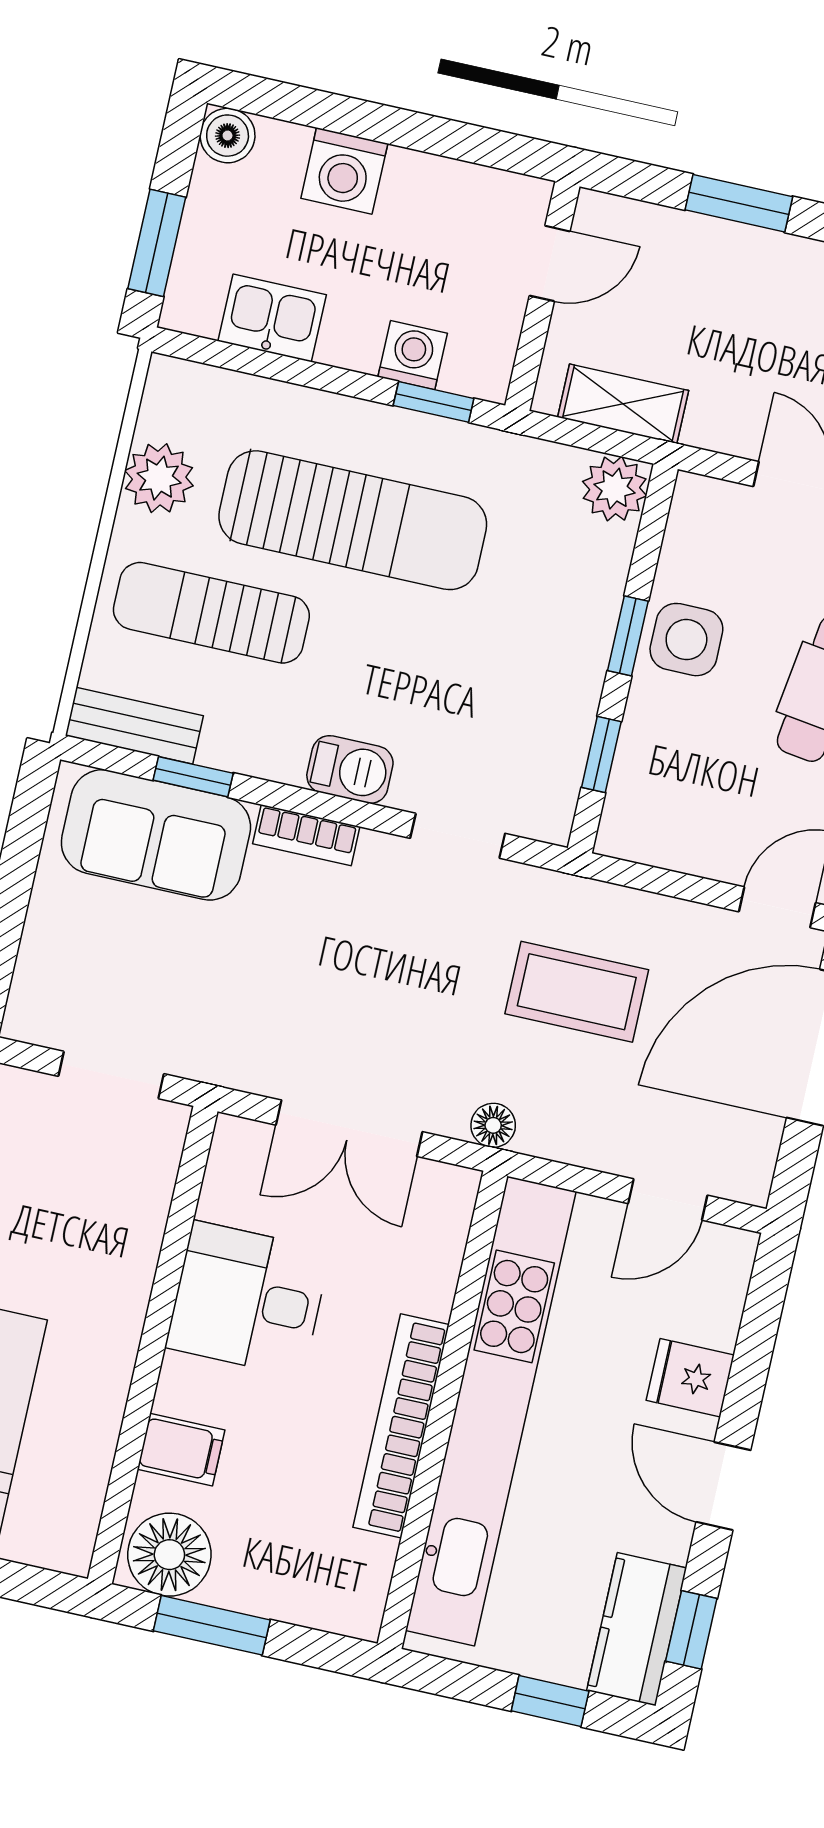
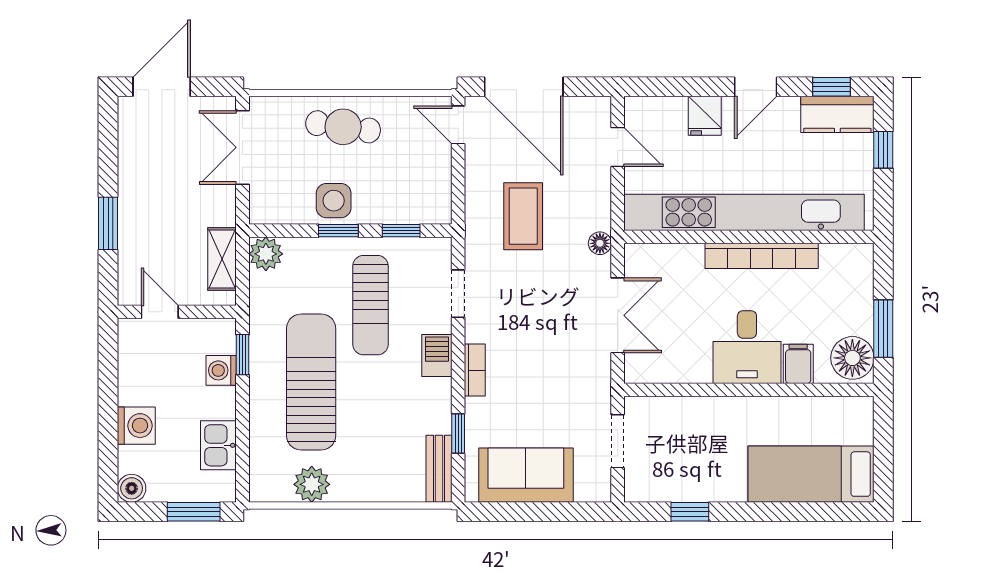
sun lounger: (211, 613) -> (370, 305), moved
sofa: (156, 835) -> (526, 475), moved, turned -90
desk: (248, 1299) -> (747, 347), moved

